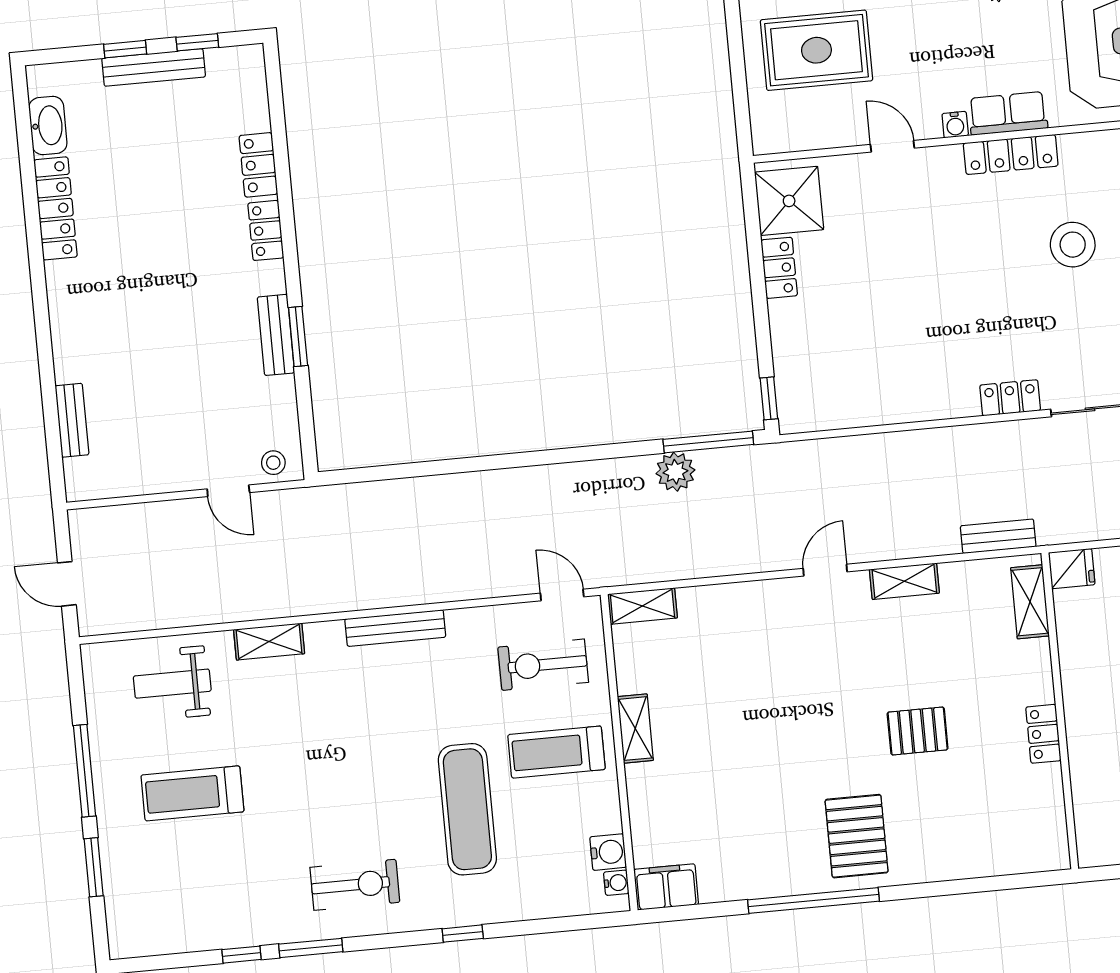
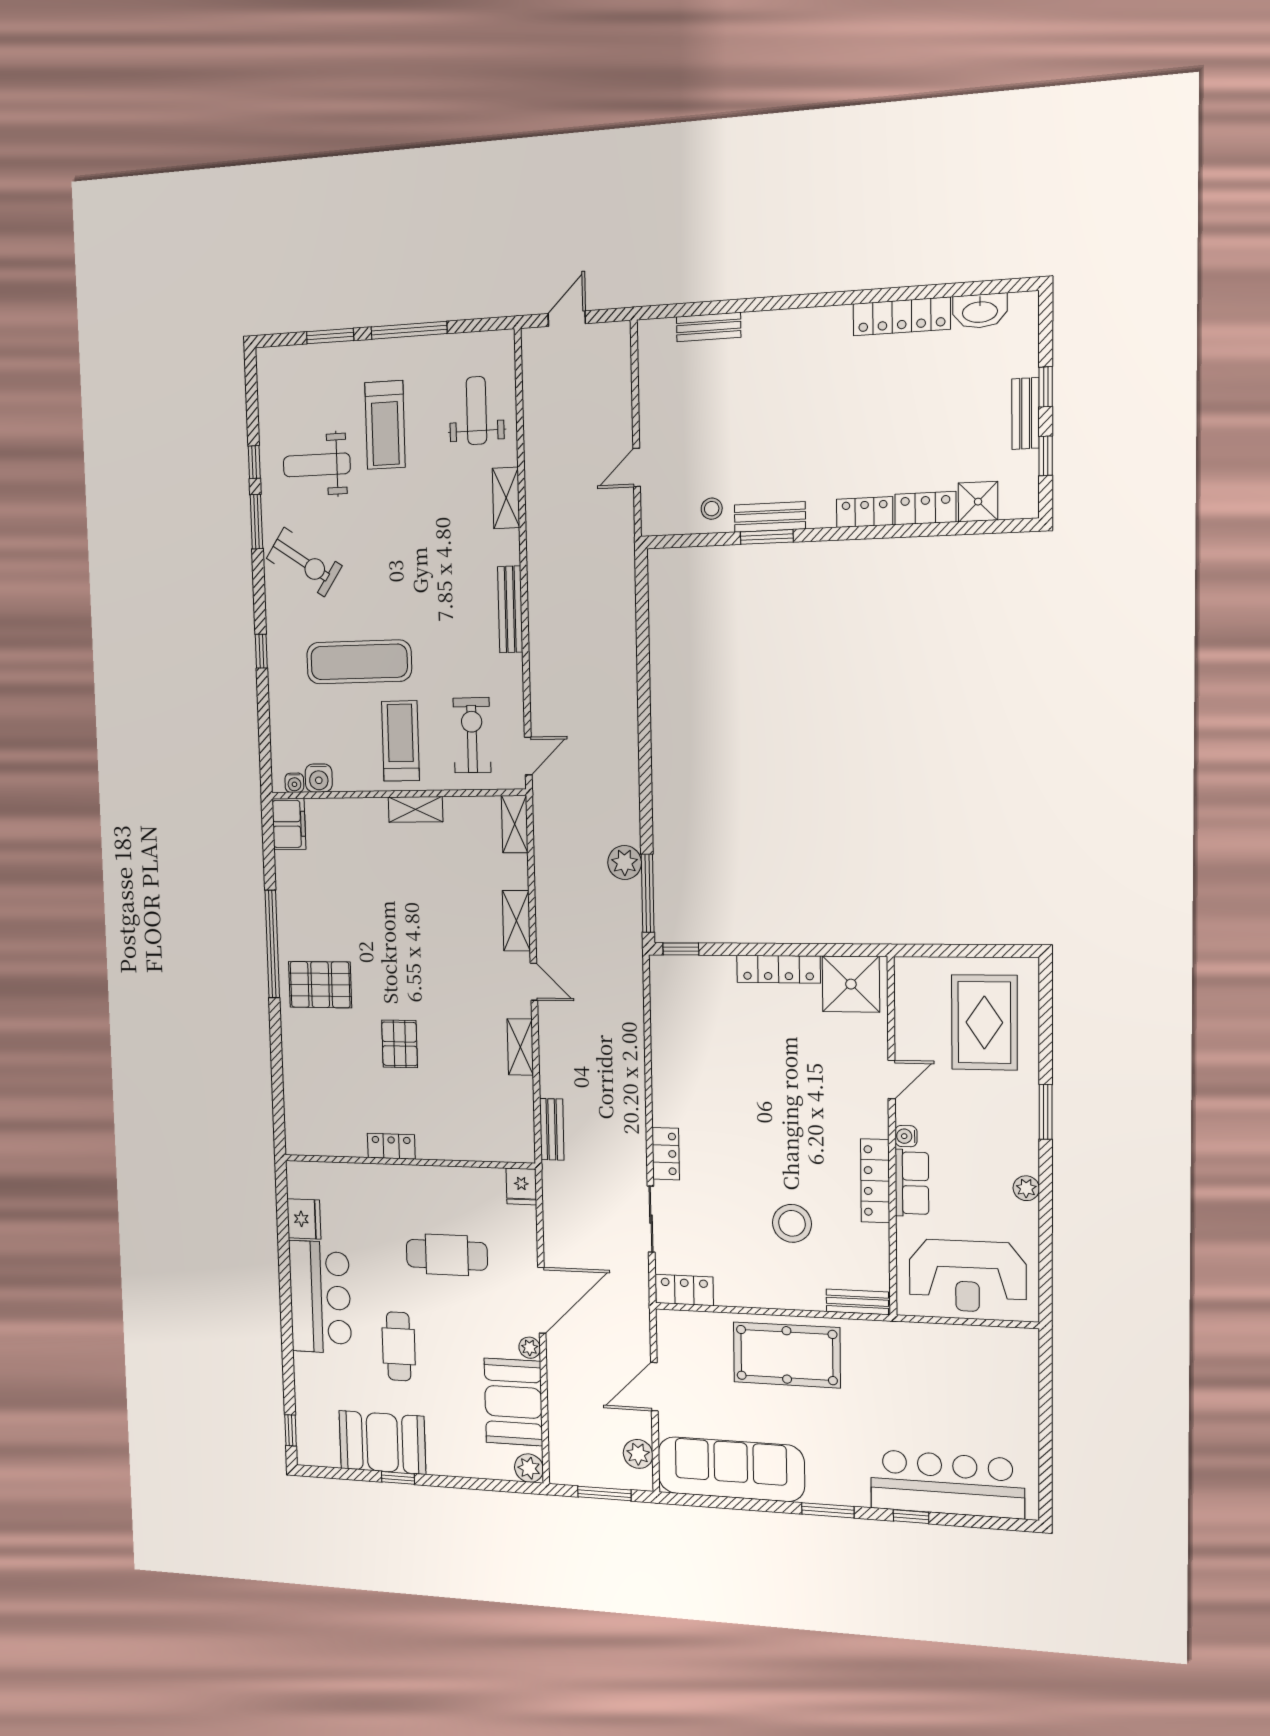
bench: (154, 67) -> (1026, 413), width x0.73
shower: (249, 109) -> (978, 502), added
locker: (779, 268) -> (778, 969), width x1.53
stool: (273, 463) -> (712, 509), moved
shelving: (1030, 602) -> (516, 921), moved, turned 90
treadmill: (192, 793) -> (385, 425), turned 180
weight bench: (242, 875) -> (317, 465), added
exercise bike: (355, 885) -> (304, 562), turned -56

